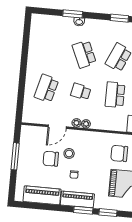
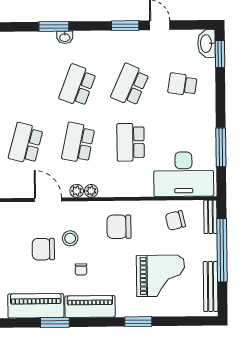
school desk: (84, 54) -> (78, 86), turned 45
school desk: (81, 92) -> (78, 143), width x1.85
door: (57, 127) -> (48, 200), swing flipped
chair: (119, 153) -> (119, 227), moved
window: (83, 210) -> (55, 322), moved

